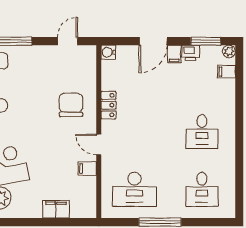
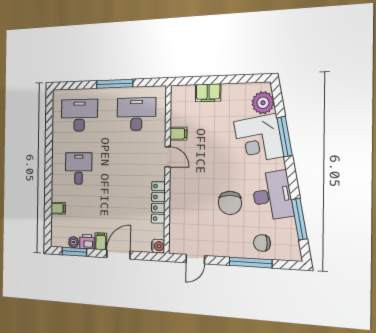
plant: (229, 51) -> (74, 242), moved
filing cabinet: (227, 72) -> (58, 208), moved
chair: (71, 105) -> (230, 203), moved
locker: (109, 105) -> (158, 202), width x1.53
desk: (202, 189) -> (79, 115), width x1.37

